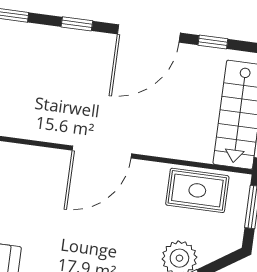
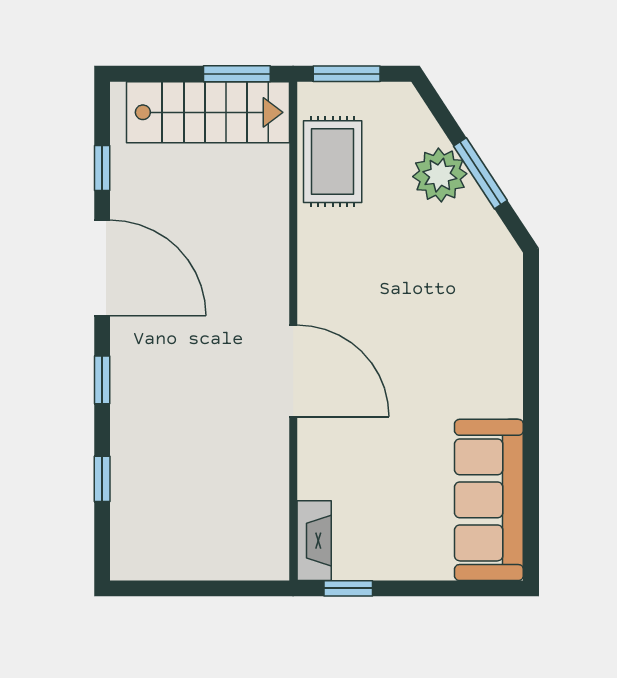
door: (102, 152) -> (293, 371), moved

